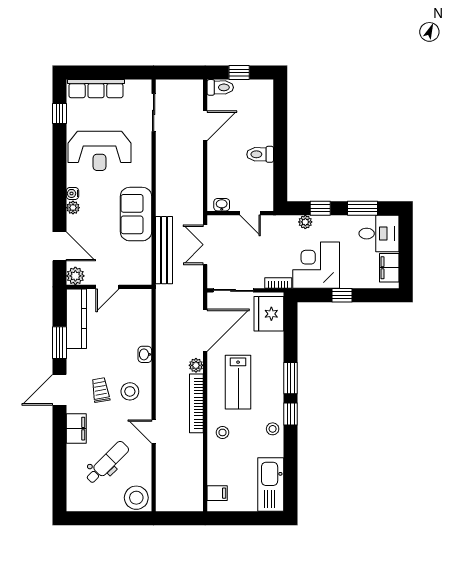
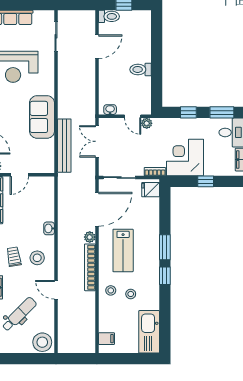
plant: (305, 222) -> (147, 123), moved
fridge: (269, 314) -> (151, 190), width x0.53, depth x0.75
stool: (273, 429) -> (131, 294), moved

